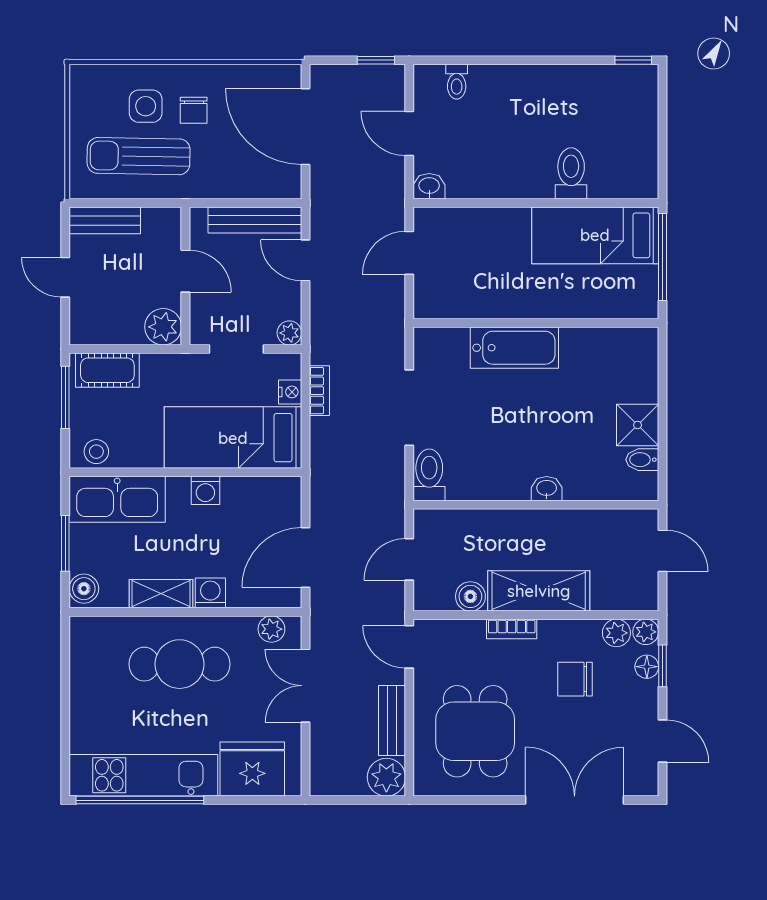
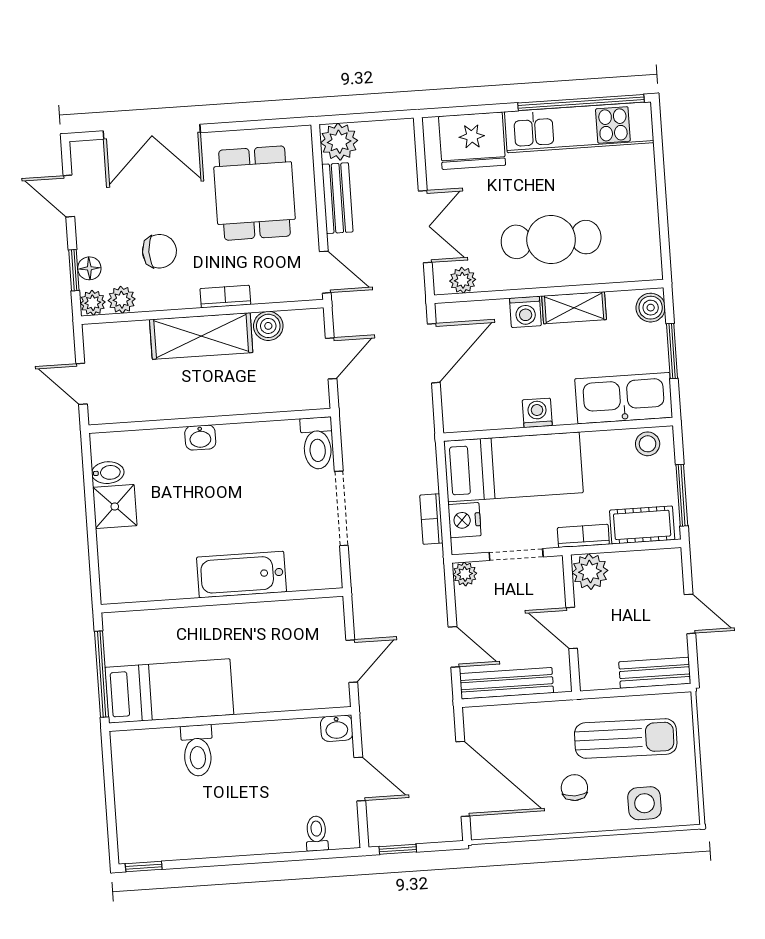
side table: (146, 106) -> (644, 803), moved
bookcase: (167, 363) -> (583, 536), added
nightstand: (290, 392) -> (465, 520), width x1.39, depth x1.35

